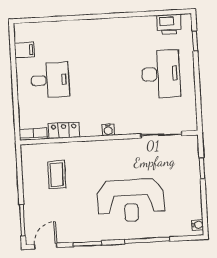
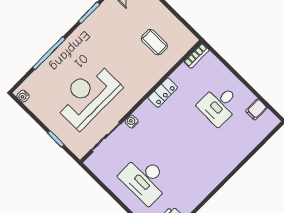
locker: (64, 130) -> (163, 93), moved
water cooler: (108, 130) -> (132, 121), moved
reception desk: (131, 200) -> (88, 96), moved

